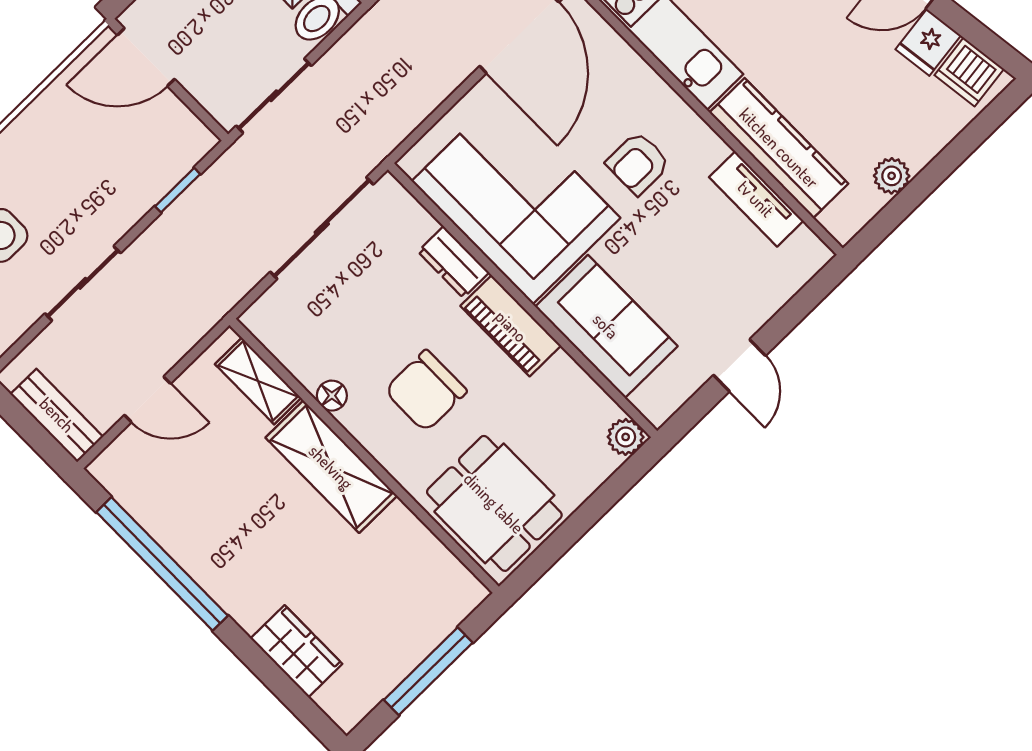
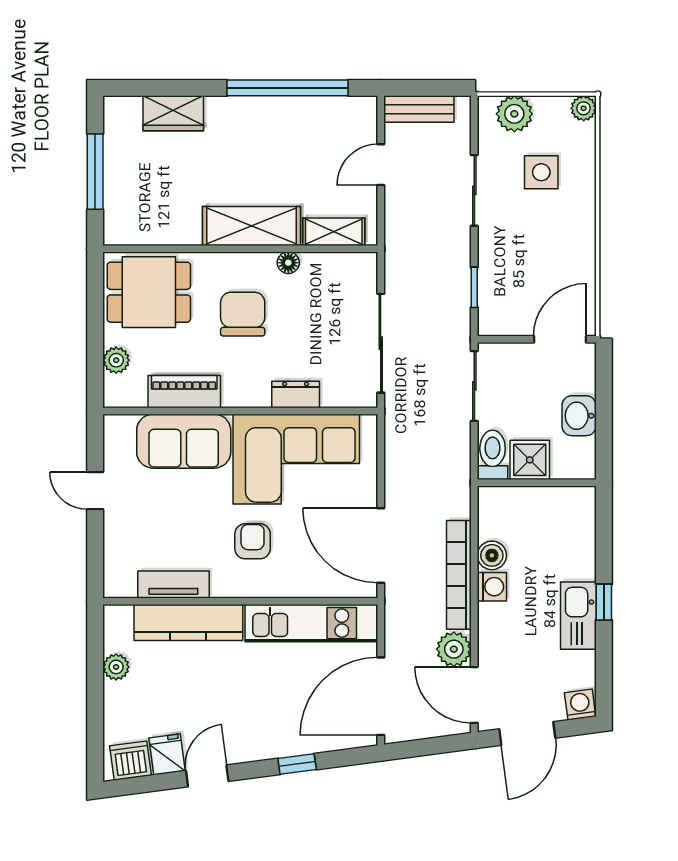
piano: (511, 326) -> (184, 392), moved
plant: (626, 437) -> (116, 360), moved

